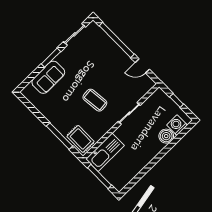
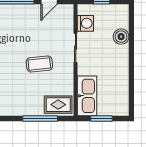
washing machine: (177, 125) -> (85, 23), moved, turned 180
window: (99, 177) -> (101, 118), width x0.69

